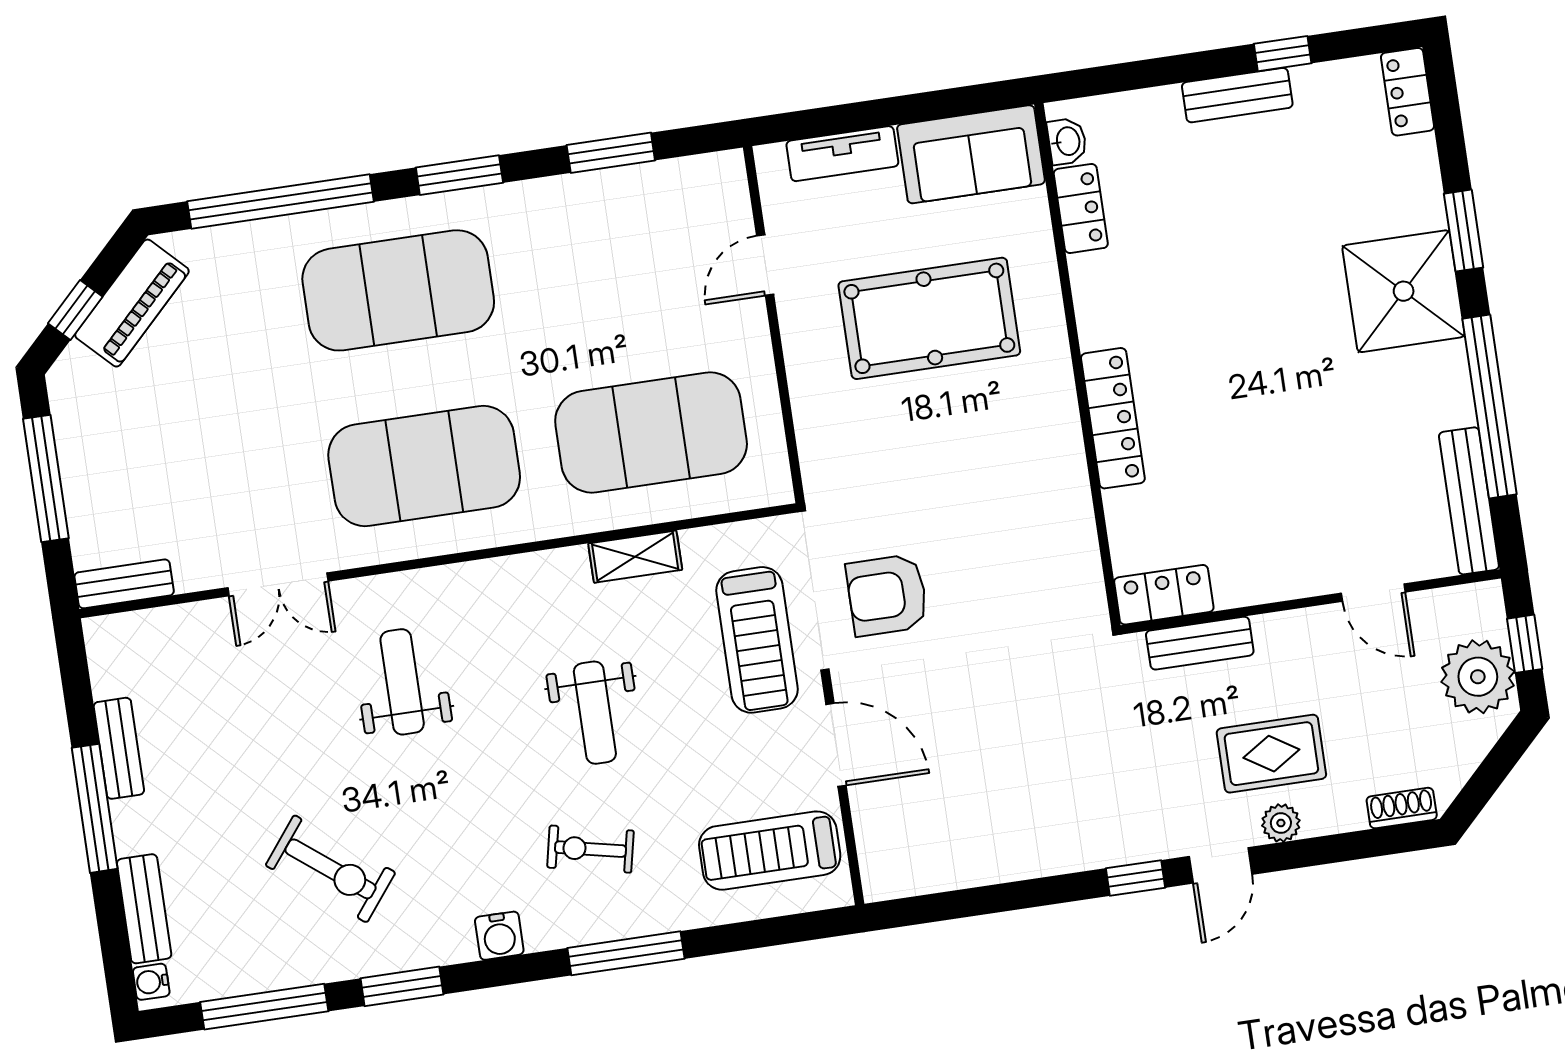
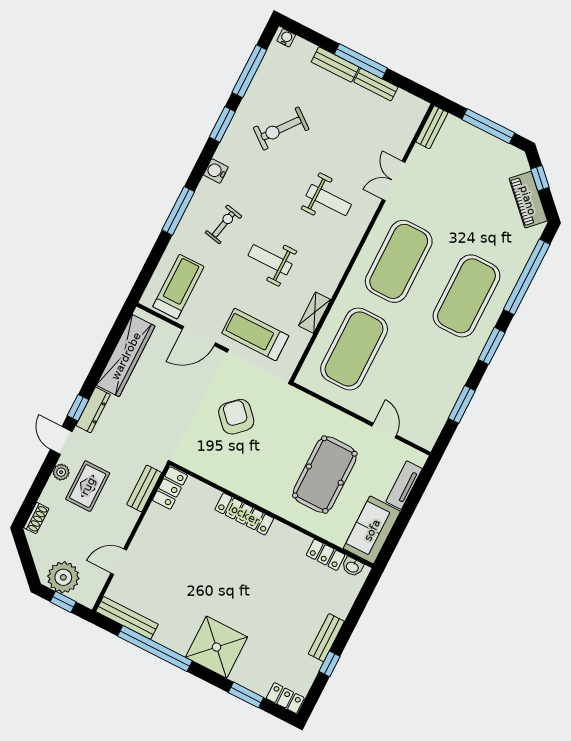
window: (1464, 231) -> (246, 695), moved
armchair: (887, 595) -> (236, 417), moved, turned -43
dresser: (1119, 846) -> (93, 410), added
wardrobe: (972, 858) -> (126, 356), added
bench: (144, 909) -> (335, 65), moved

